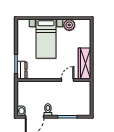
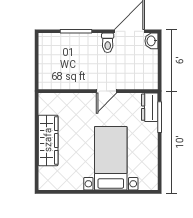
plant: (69, 25) -> (73, 181), removed
wardrobe: (84, 63) -> (48, 140), moved
door: (67, 80) -> (107, 91), moved

